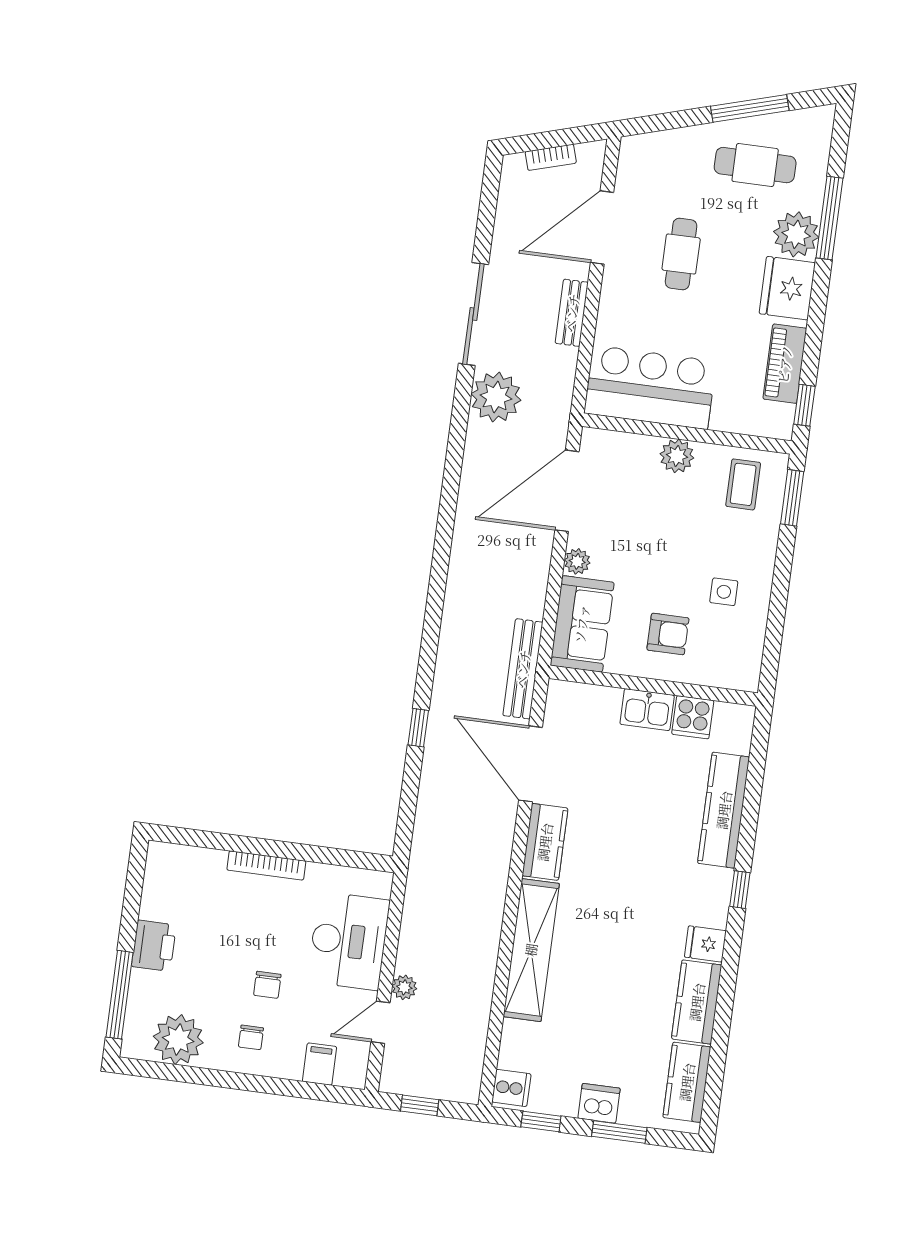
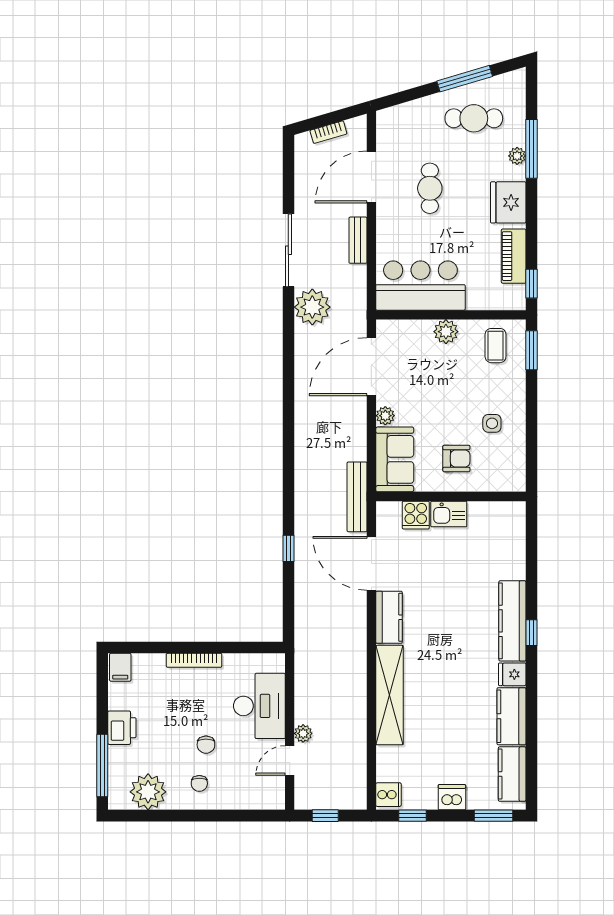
plant: (796, 234) -> (517, 156), width x0.53, depth x0.53
cooker: (693, 717) -> (416, 515), moved
kitchen counter: (724, 810) -> (512, 621), moved
filing cabinet: (320, 1064) -> (120, 667), moved, turned 180
window: (619, 1132) -> (493, 816), moved

